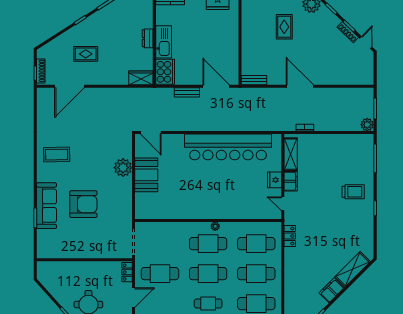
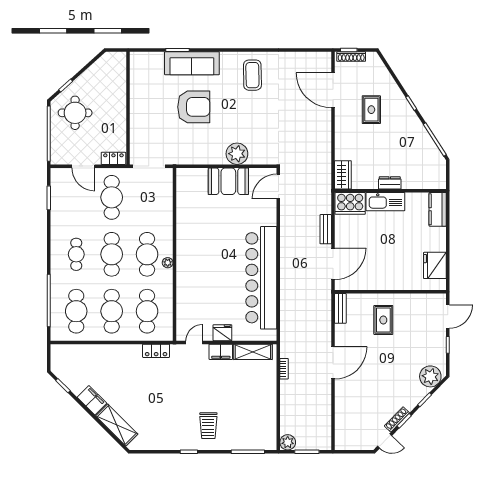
rug: (284, 27) -> (383, 320), moved, turned 90
armchair: (83, 204) -> (194, 107), turned -90

